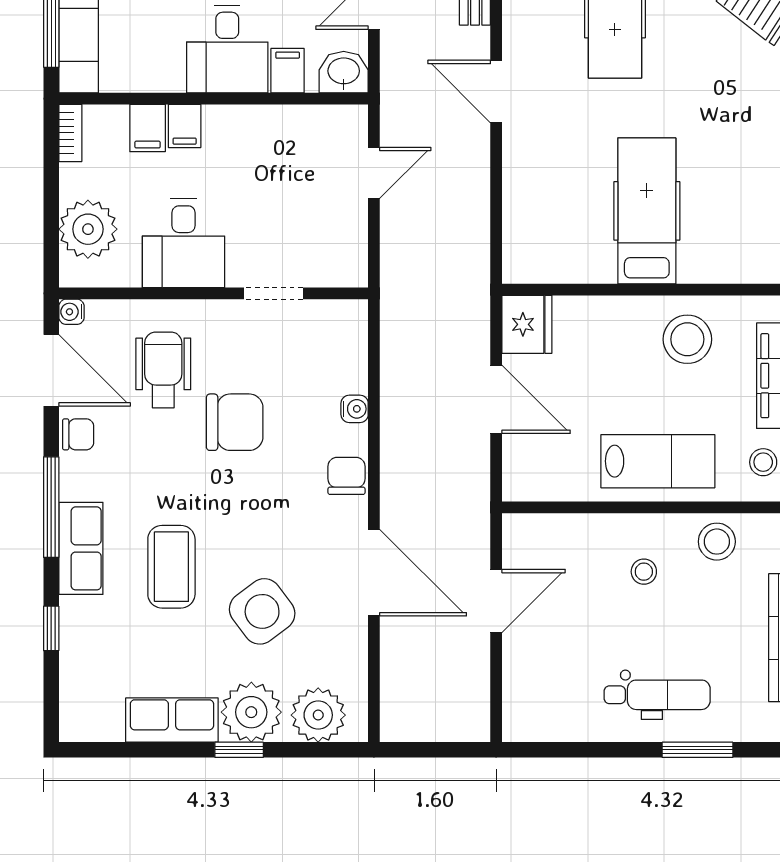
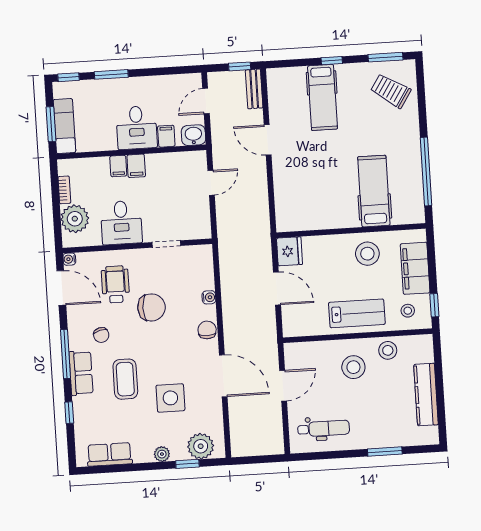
filing cabinet: (148, 128) -> (136, 166), moved
bookcase: (70, 133) -> (64, 190), moved
hospital bed: (647, 211) -> (374, 191), moved
chair: (78, 434) -> (101, 335), moved, turned 76
stool: (644, 572) -> (353, 367), width x1.89, depth x1.89
side table: (262, 611) -> (170, 398), turned 37
dental chair: (657, 695) -> (324, 428), moved
plant: (251, 712) -> (162, 454), width x0.53, depth x0.53
row of seats: (172, 720) -> (110, 454), moved
window: (239, 750) -> (187, 464), moved

